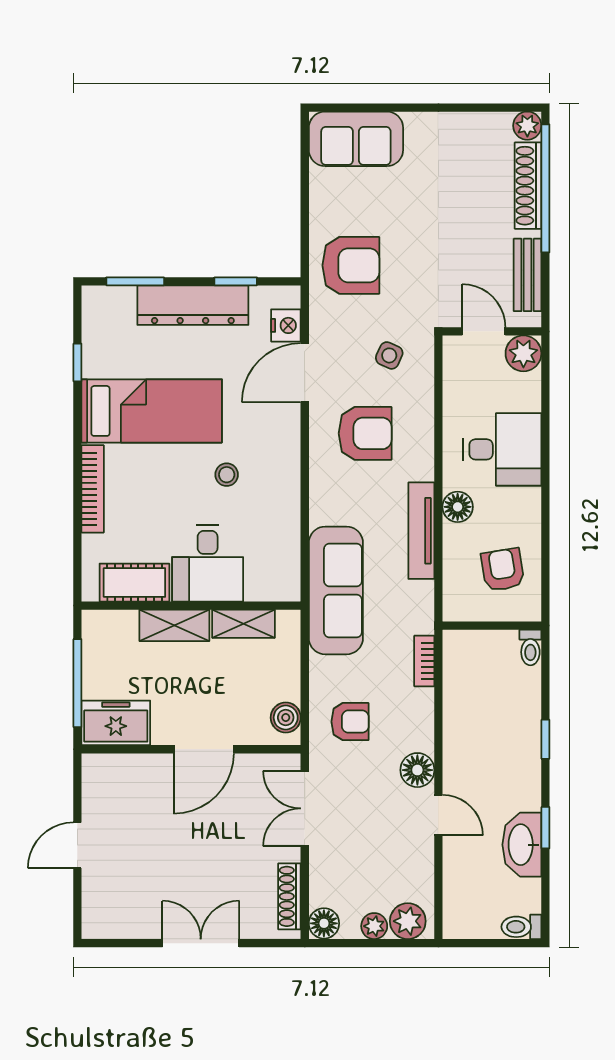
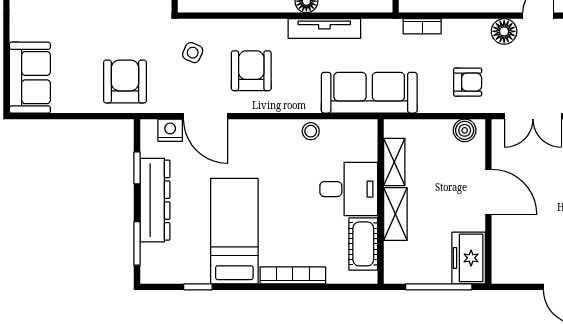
stool: (227, 475) -> (311, 131), moved
armchair: (350, 722) -> (468, 82), turned 90

